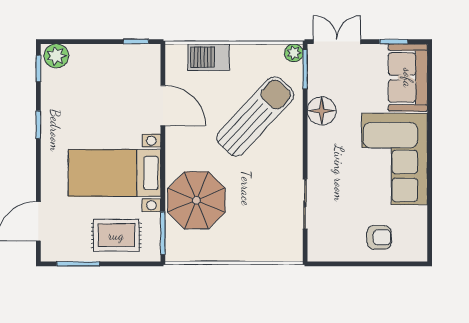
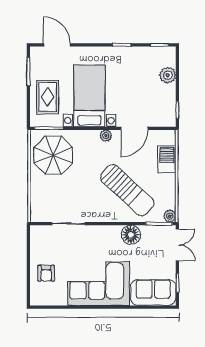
plant: (56, 56) -> (168, 75), moved
plant: (174, 148) -> (106, 136), added
parasol: (196, 200) -> (53, 155), moved

